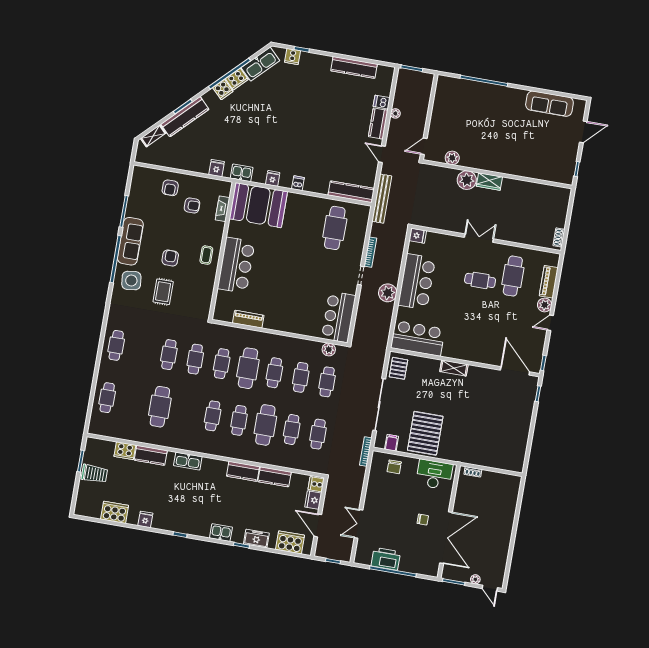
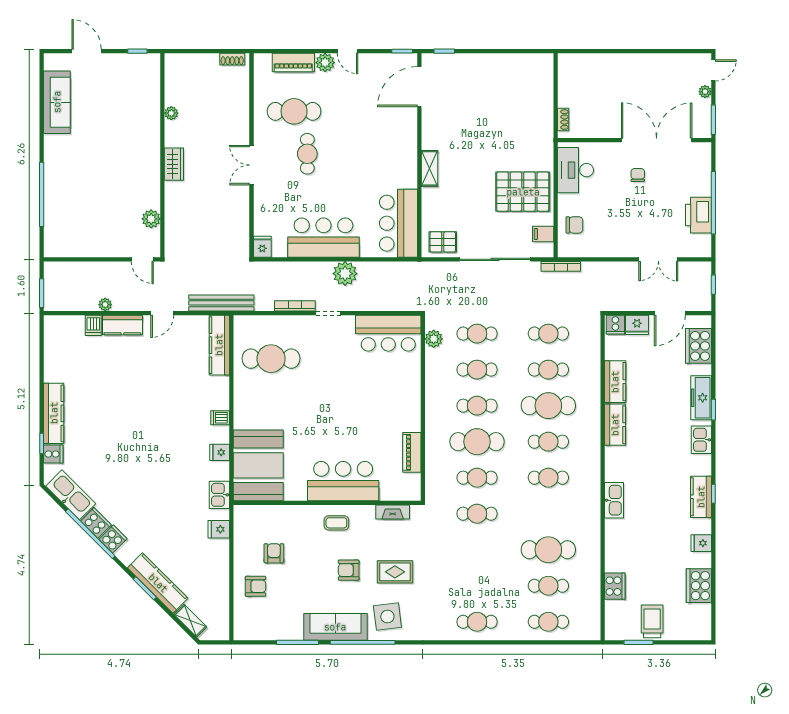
kitchen counter: (354, 67) -> (54, 413), moved
plant: (467, 180) -> (171, 113), moved, width x0.53, depth x0.53
fireplace: (222, 209) -> (393, 512), moved
cafe table: (169, 355) -> (548, 586), moved
kitchen counter: (151, 455) -> (701, 497), moved, turned 180
freezer: (256, 539) -> (701, 398), width x1.40

